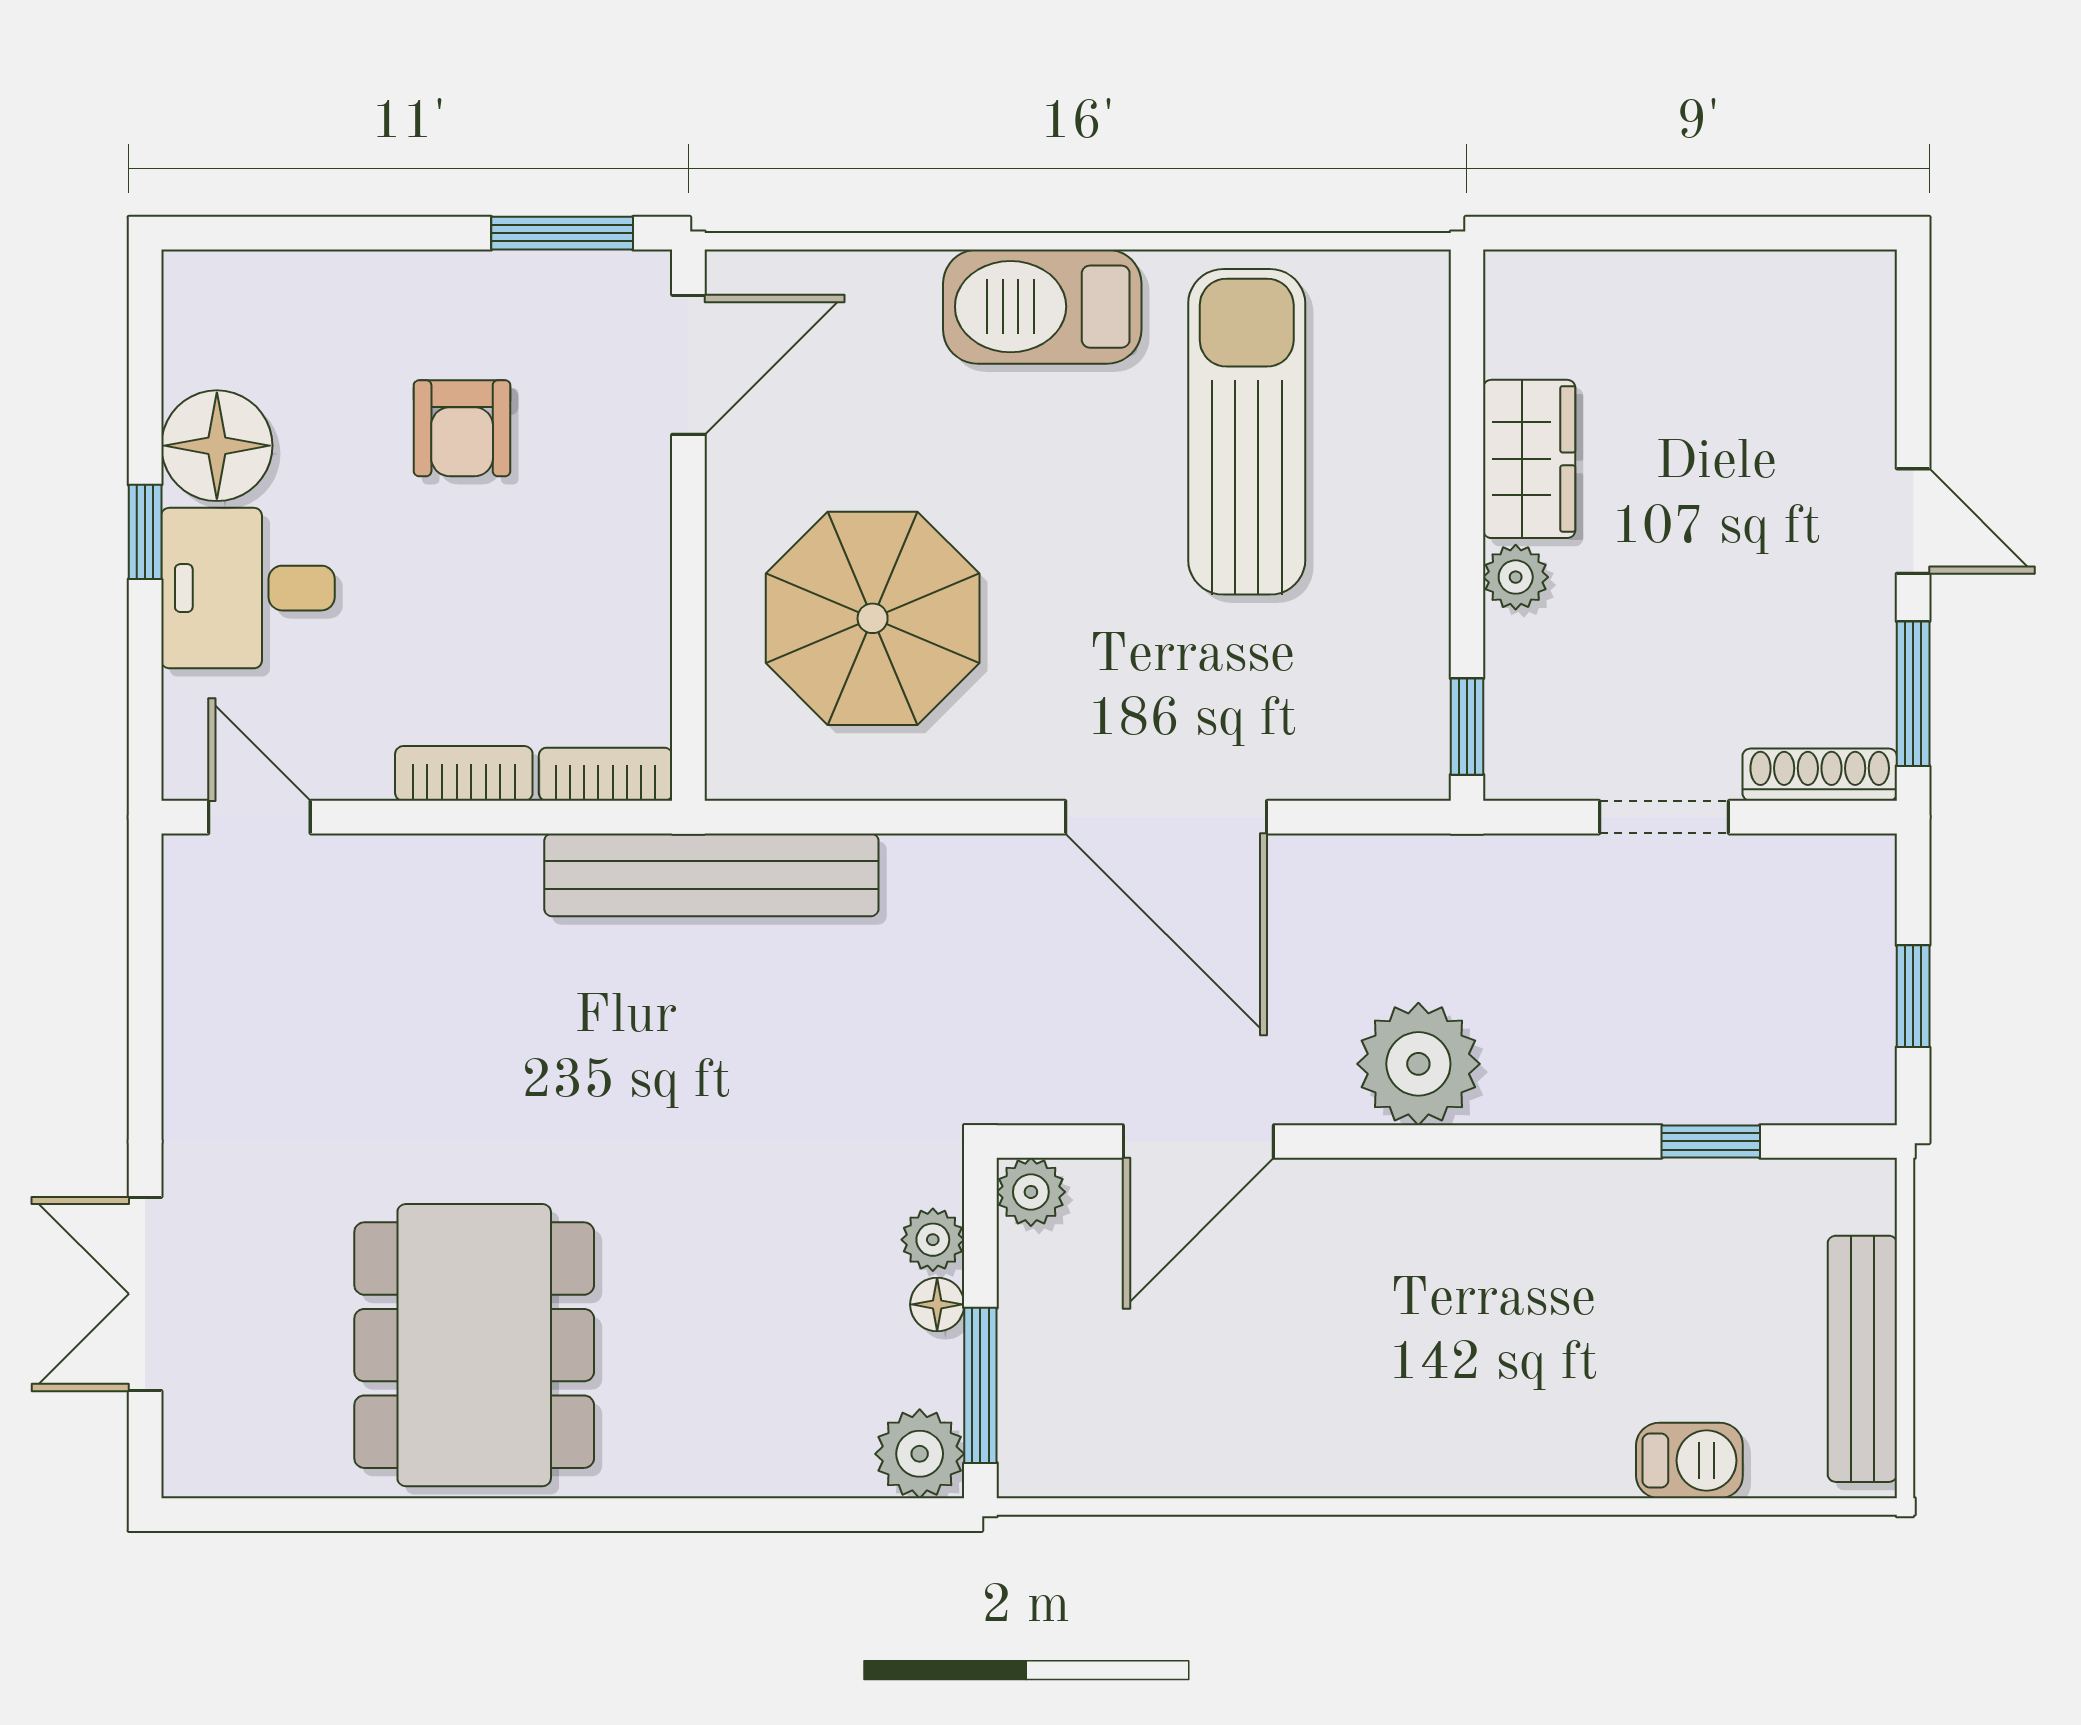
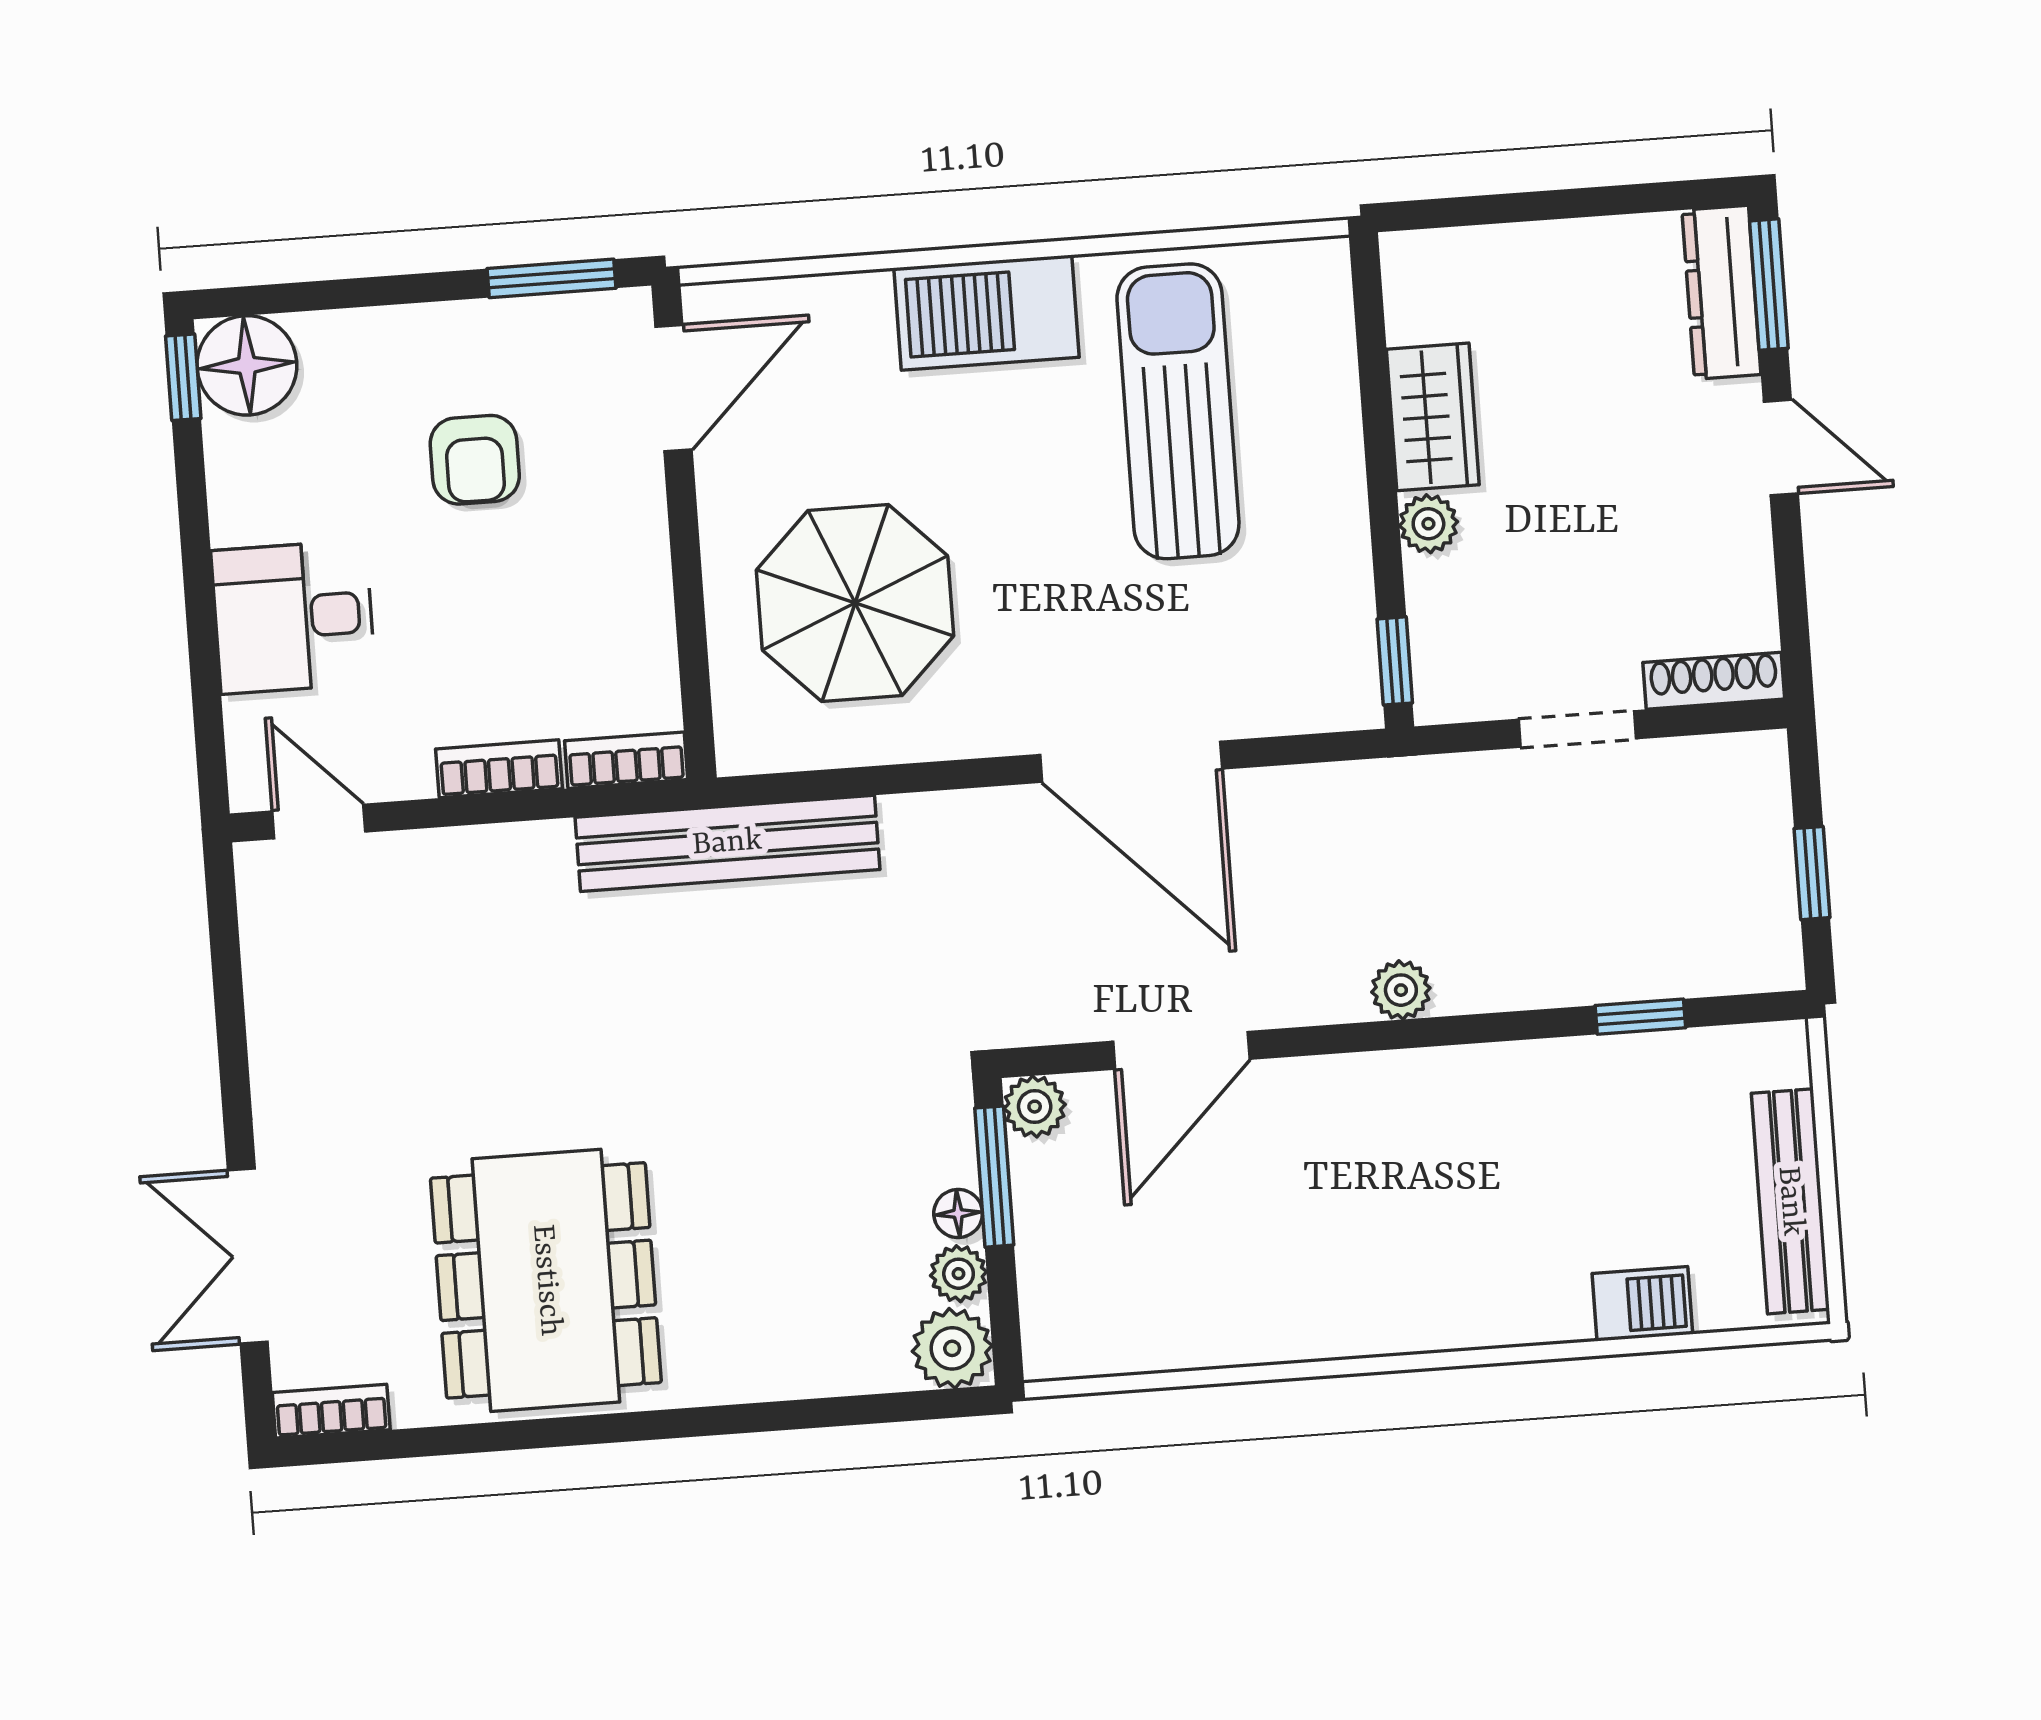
dresser: (1860, 344) -> (1721, 292), added
floor lamp: (217, 446) -> (247, 365), moved
window: (145, 532) -> (183, 377), moved
window: (1913, 694) -> (1769, 285), moved
plant: (1418, 1064) -> (1401, 990), width x0.53, depth x0.53
plant: (933, 1240) -> (959, 1274), moved
window: (980, 1385) -> (994, 1177), moved
bookcase: (225, 1473) -> (331, 1411), added

